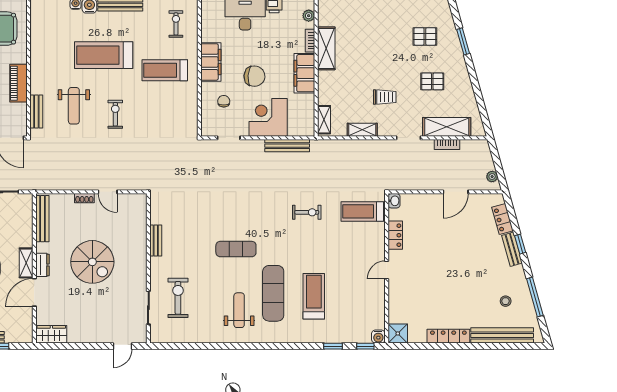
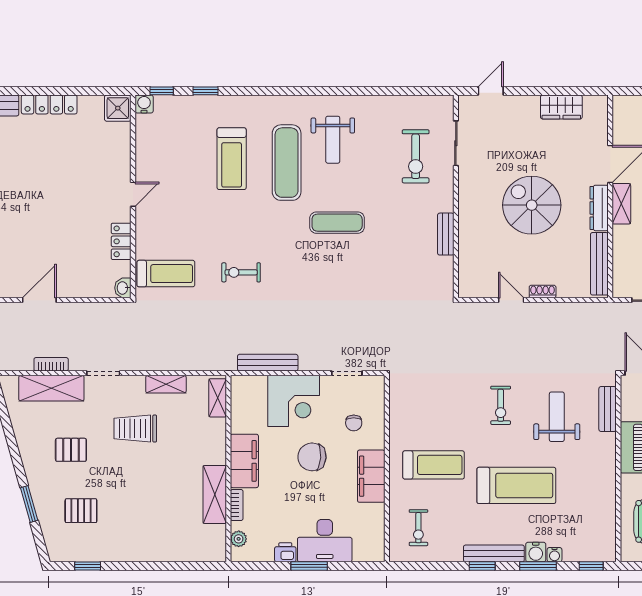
trolley: (385, 97) -> (135, 429), width x1.36, depth x1.39
dresser: (43, 265) -> (599, 208), width x1.44
wardrobe: (51, 334) -> (561, 107), moved

